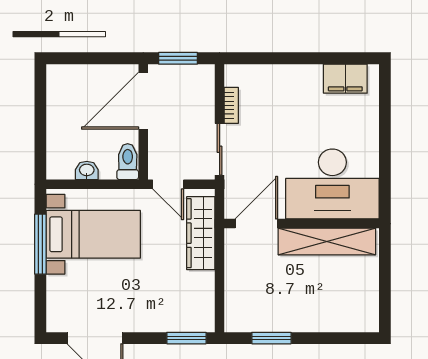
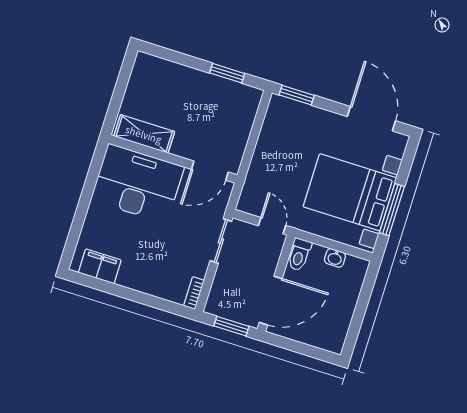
bookcase: (231, 105) -> (194, 293), moved
wardrobe: (201, 233) -> (258, 177), removed
bed with nightstands: (93, 234) -> (350, 192), width x1.36
shelving: (327, 241) -> (144, 134), width x0.68

